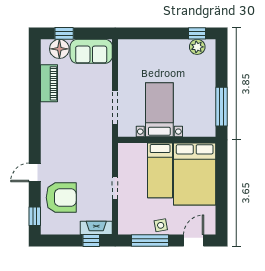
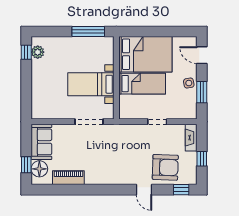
armchair: (61, 198) -> (165, 167), turned 92
window: (91, 241) -> (202, 159), moved
window: (150, 241) -> (202, 92), width x0.69

